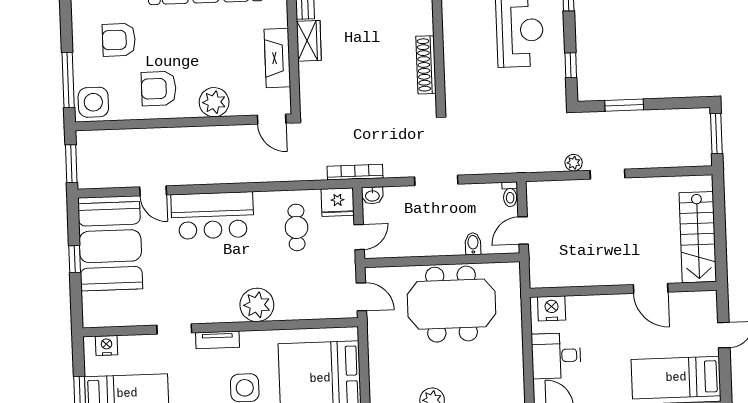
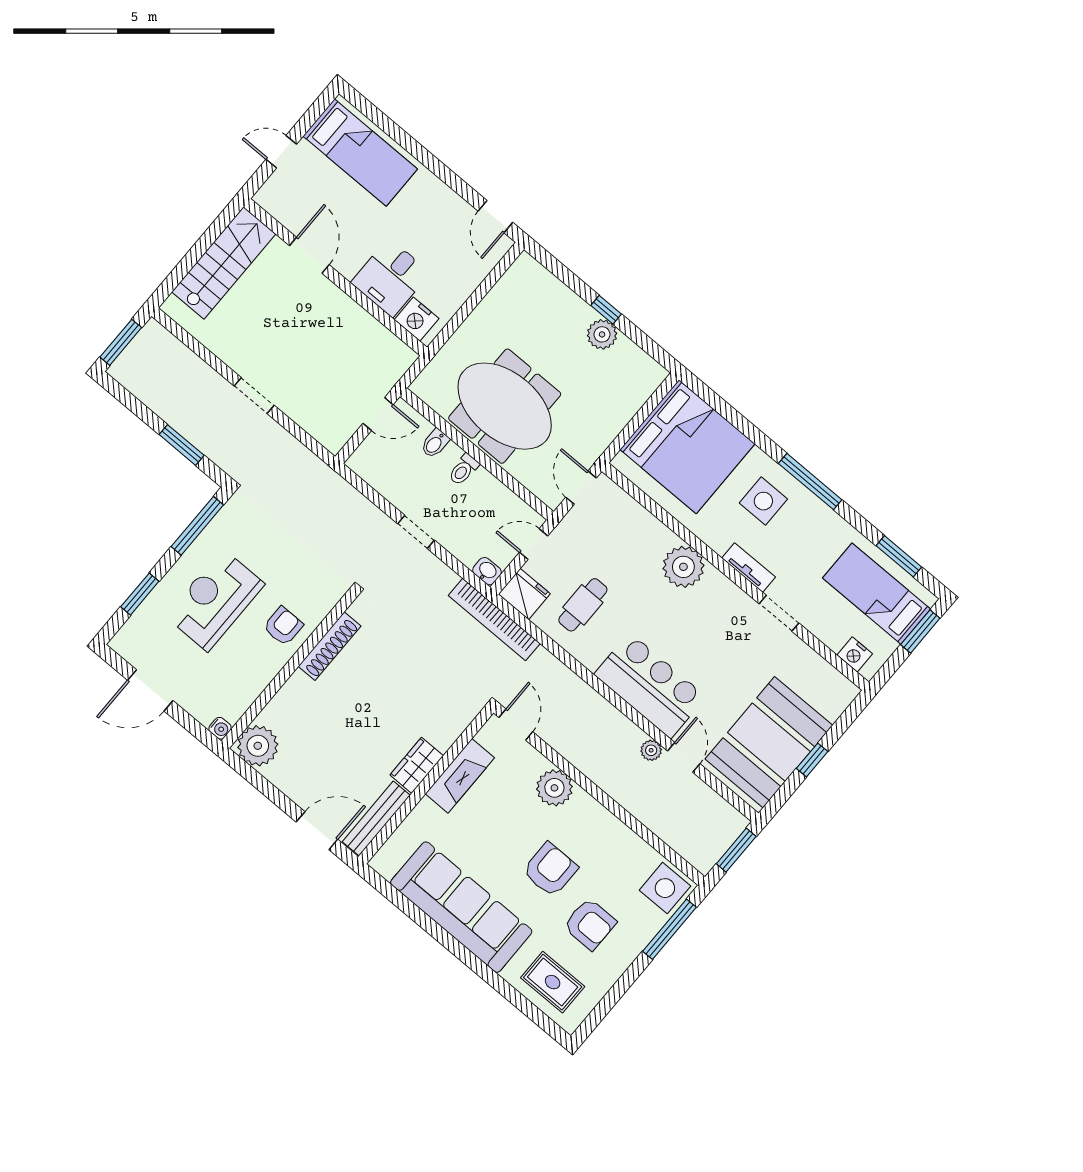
armchair: (465, 52) -> (283, 626), added
window: (571, 65) -> (197, 526), width x2.17
armchair: (159, 89) -> (550, 870), moved, turned -90
plant: (574, 163) -> (651, 750), moved
bookcase: (355, 172) -> (494, 620), width x1.48, depth x1.31
doorway: (436, 180) -> (416, 532), width x0.73
toilet: (510, 194) -> (464, 470), moved, turned 180
desk: (556, 356) -> (391, 278), moved, turned 90

